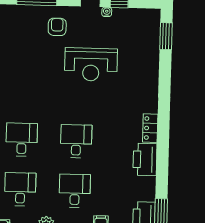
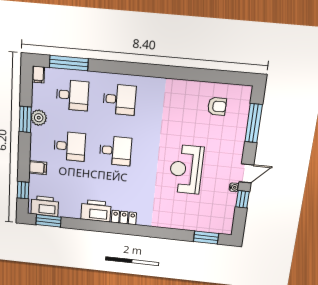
armchair: (57, 27) -> (217, 106), moved

